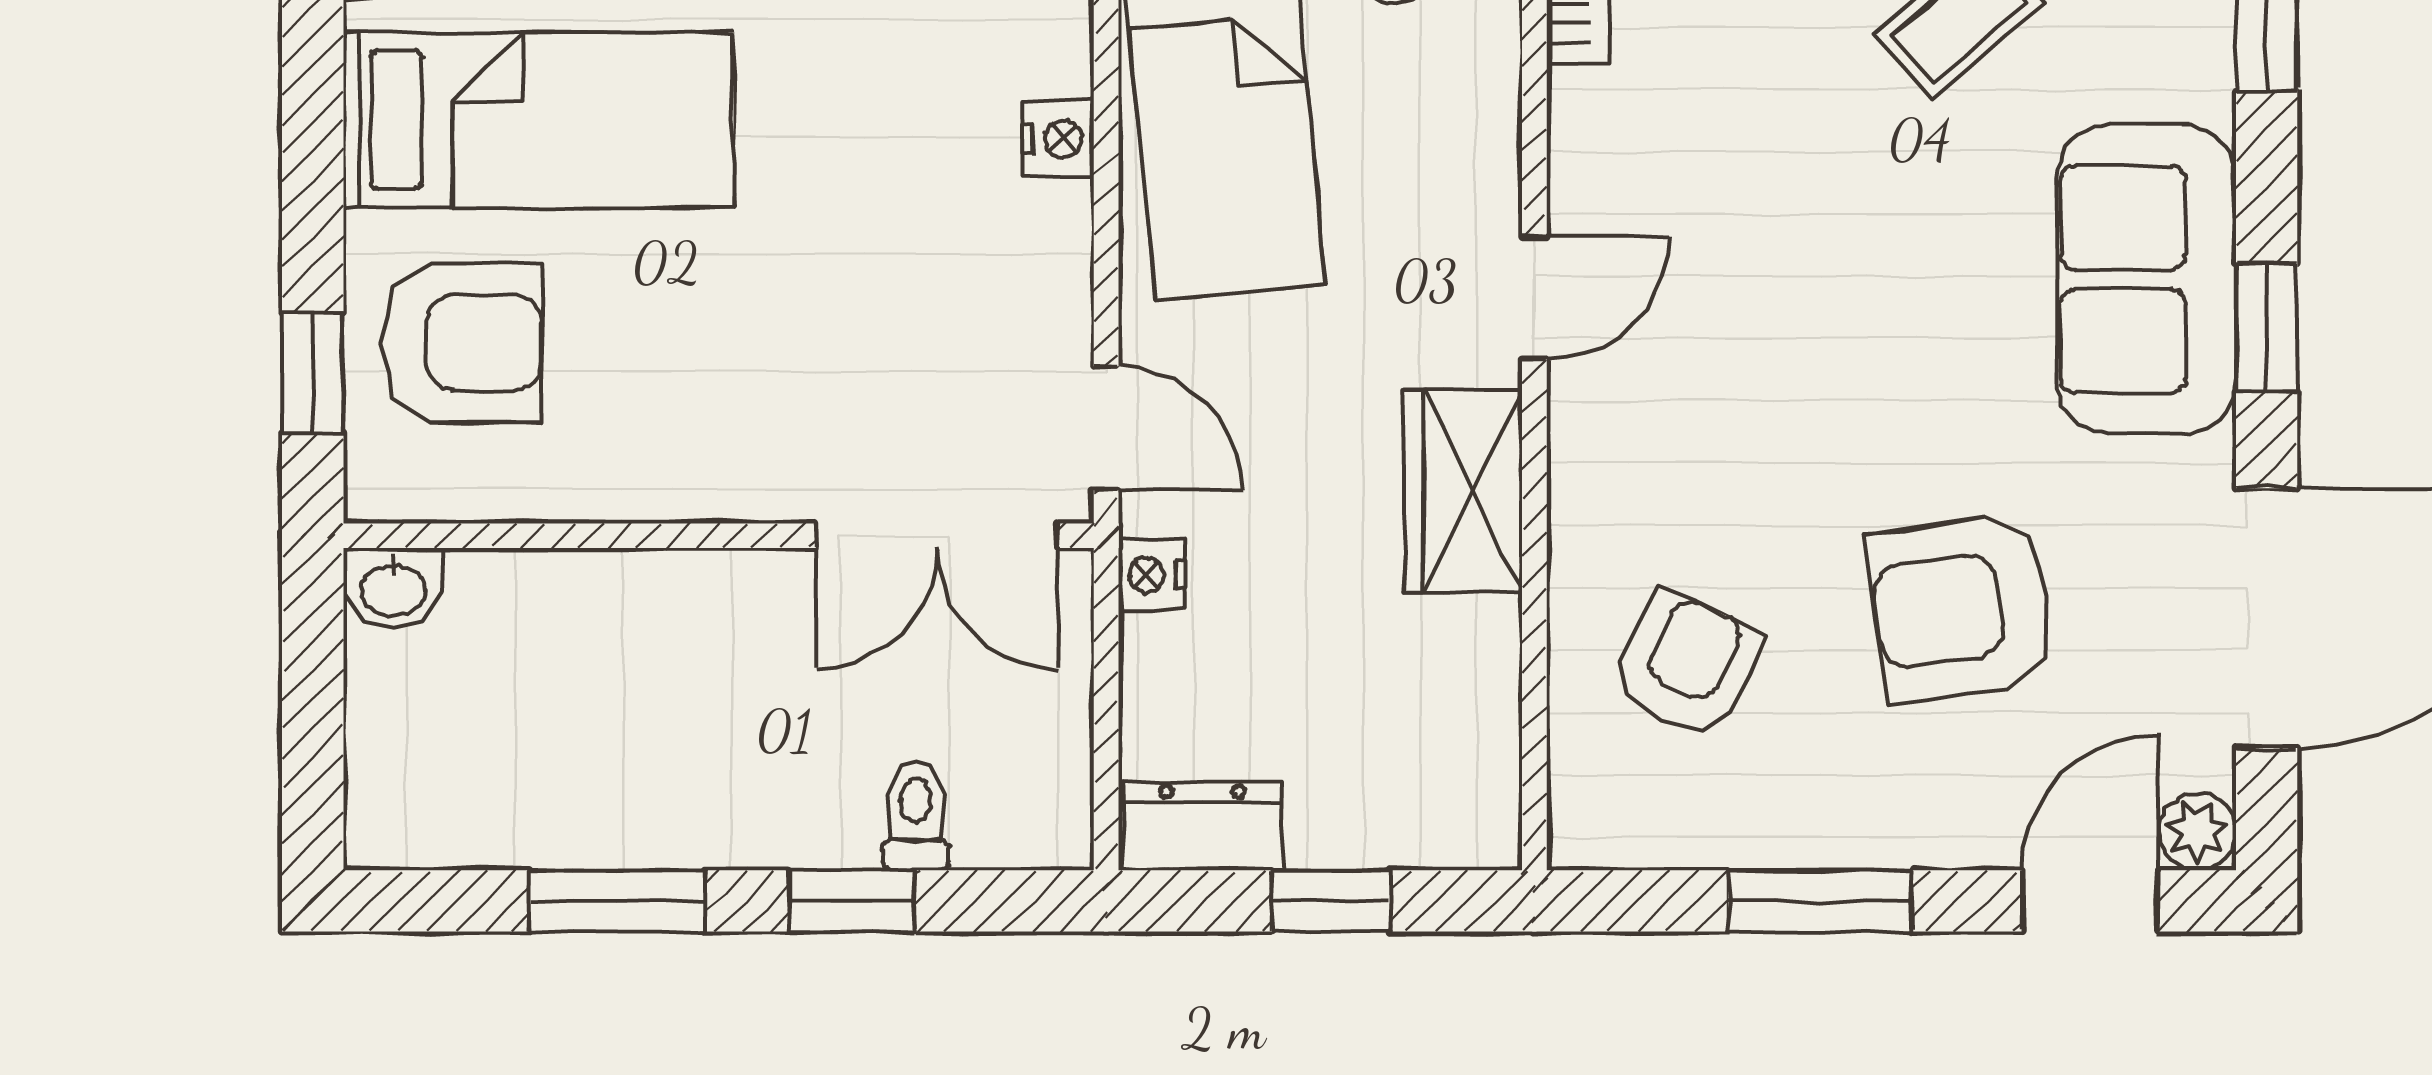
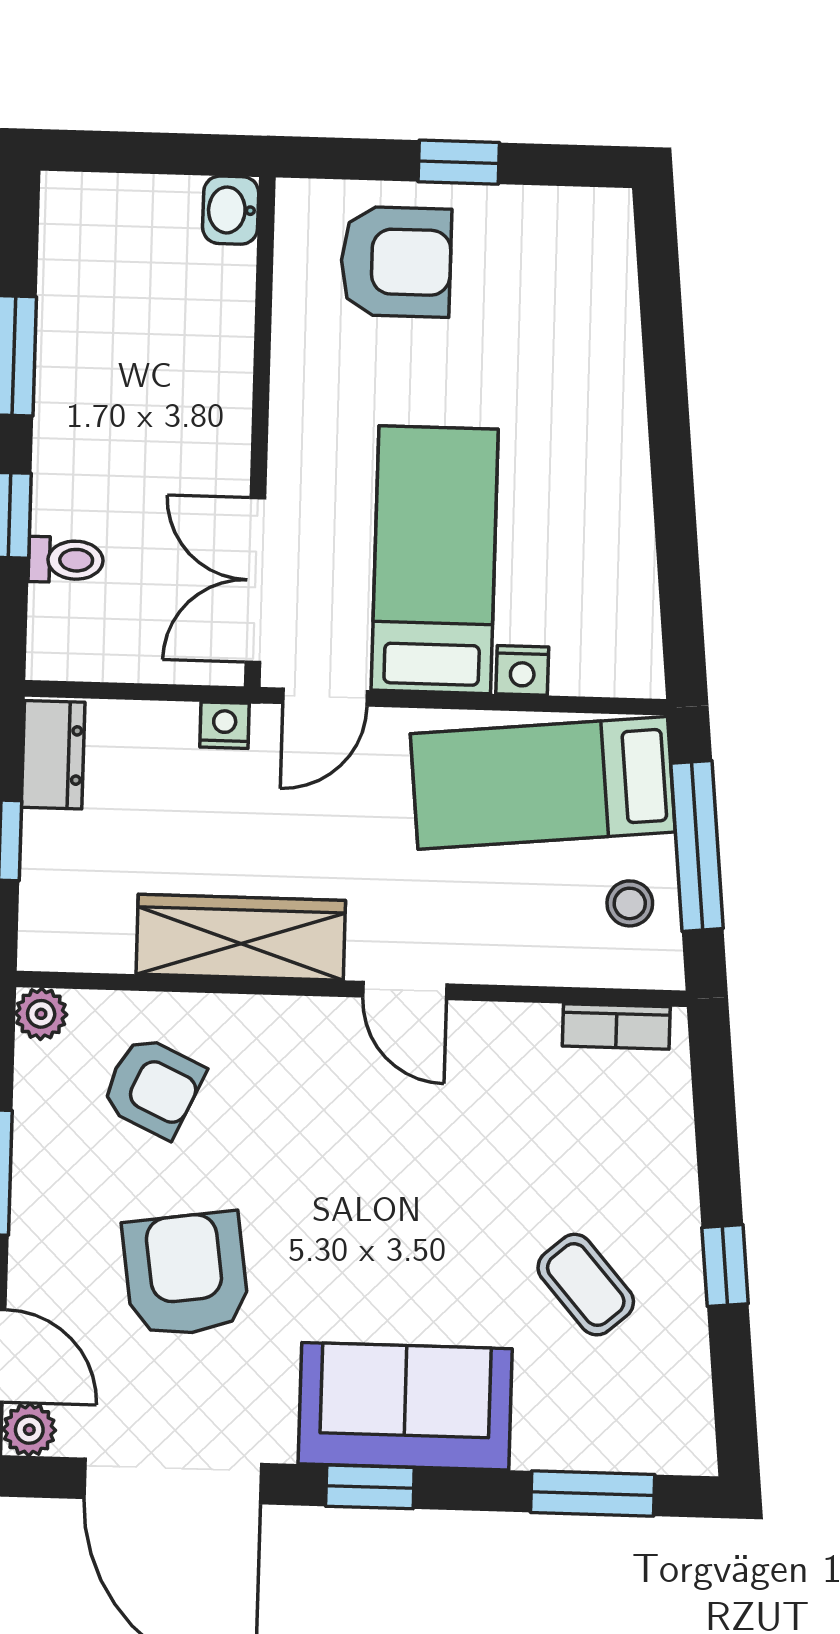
bed: (538, 120) -> (435, 560), moved, turned 180
armchair: (462, 343) -> (396, 262), turned -90
window: (313, 373) -> (459, 162), moved
wardrobe: (1463, 491) -> (241, 937), width x1.50
plant: (1585, 832) -> (41, 1014), added

